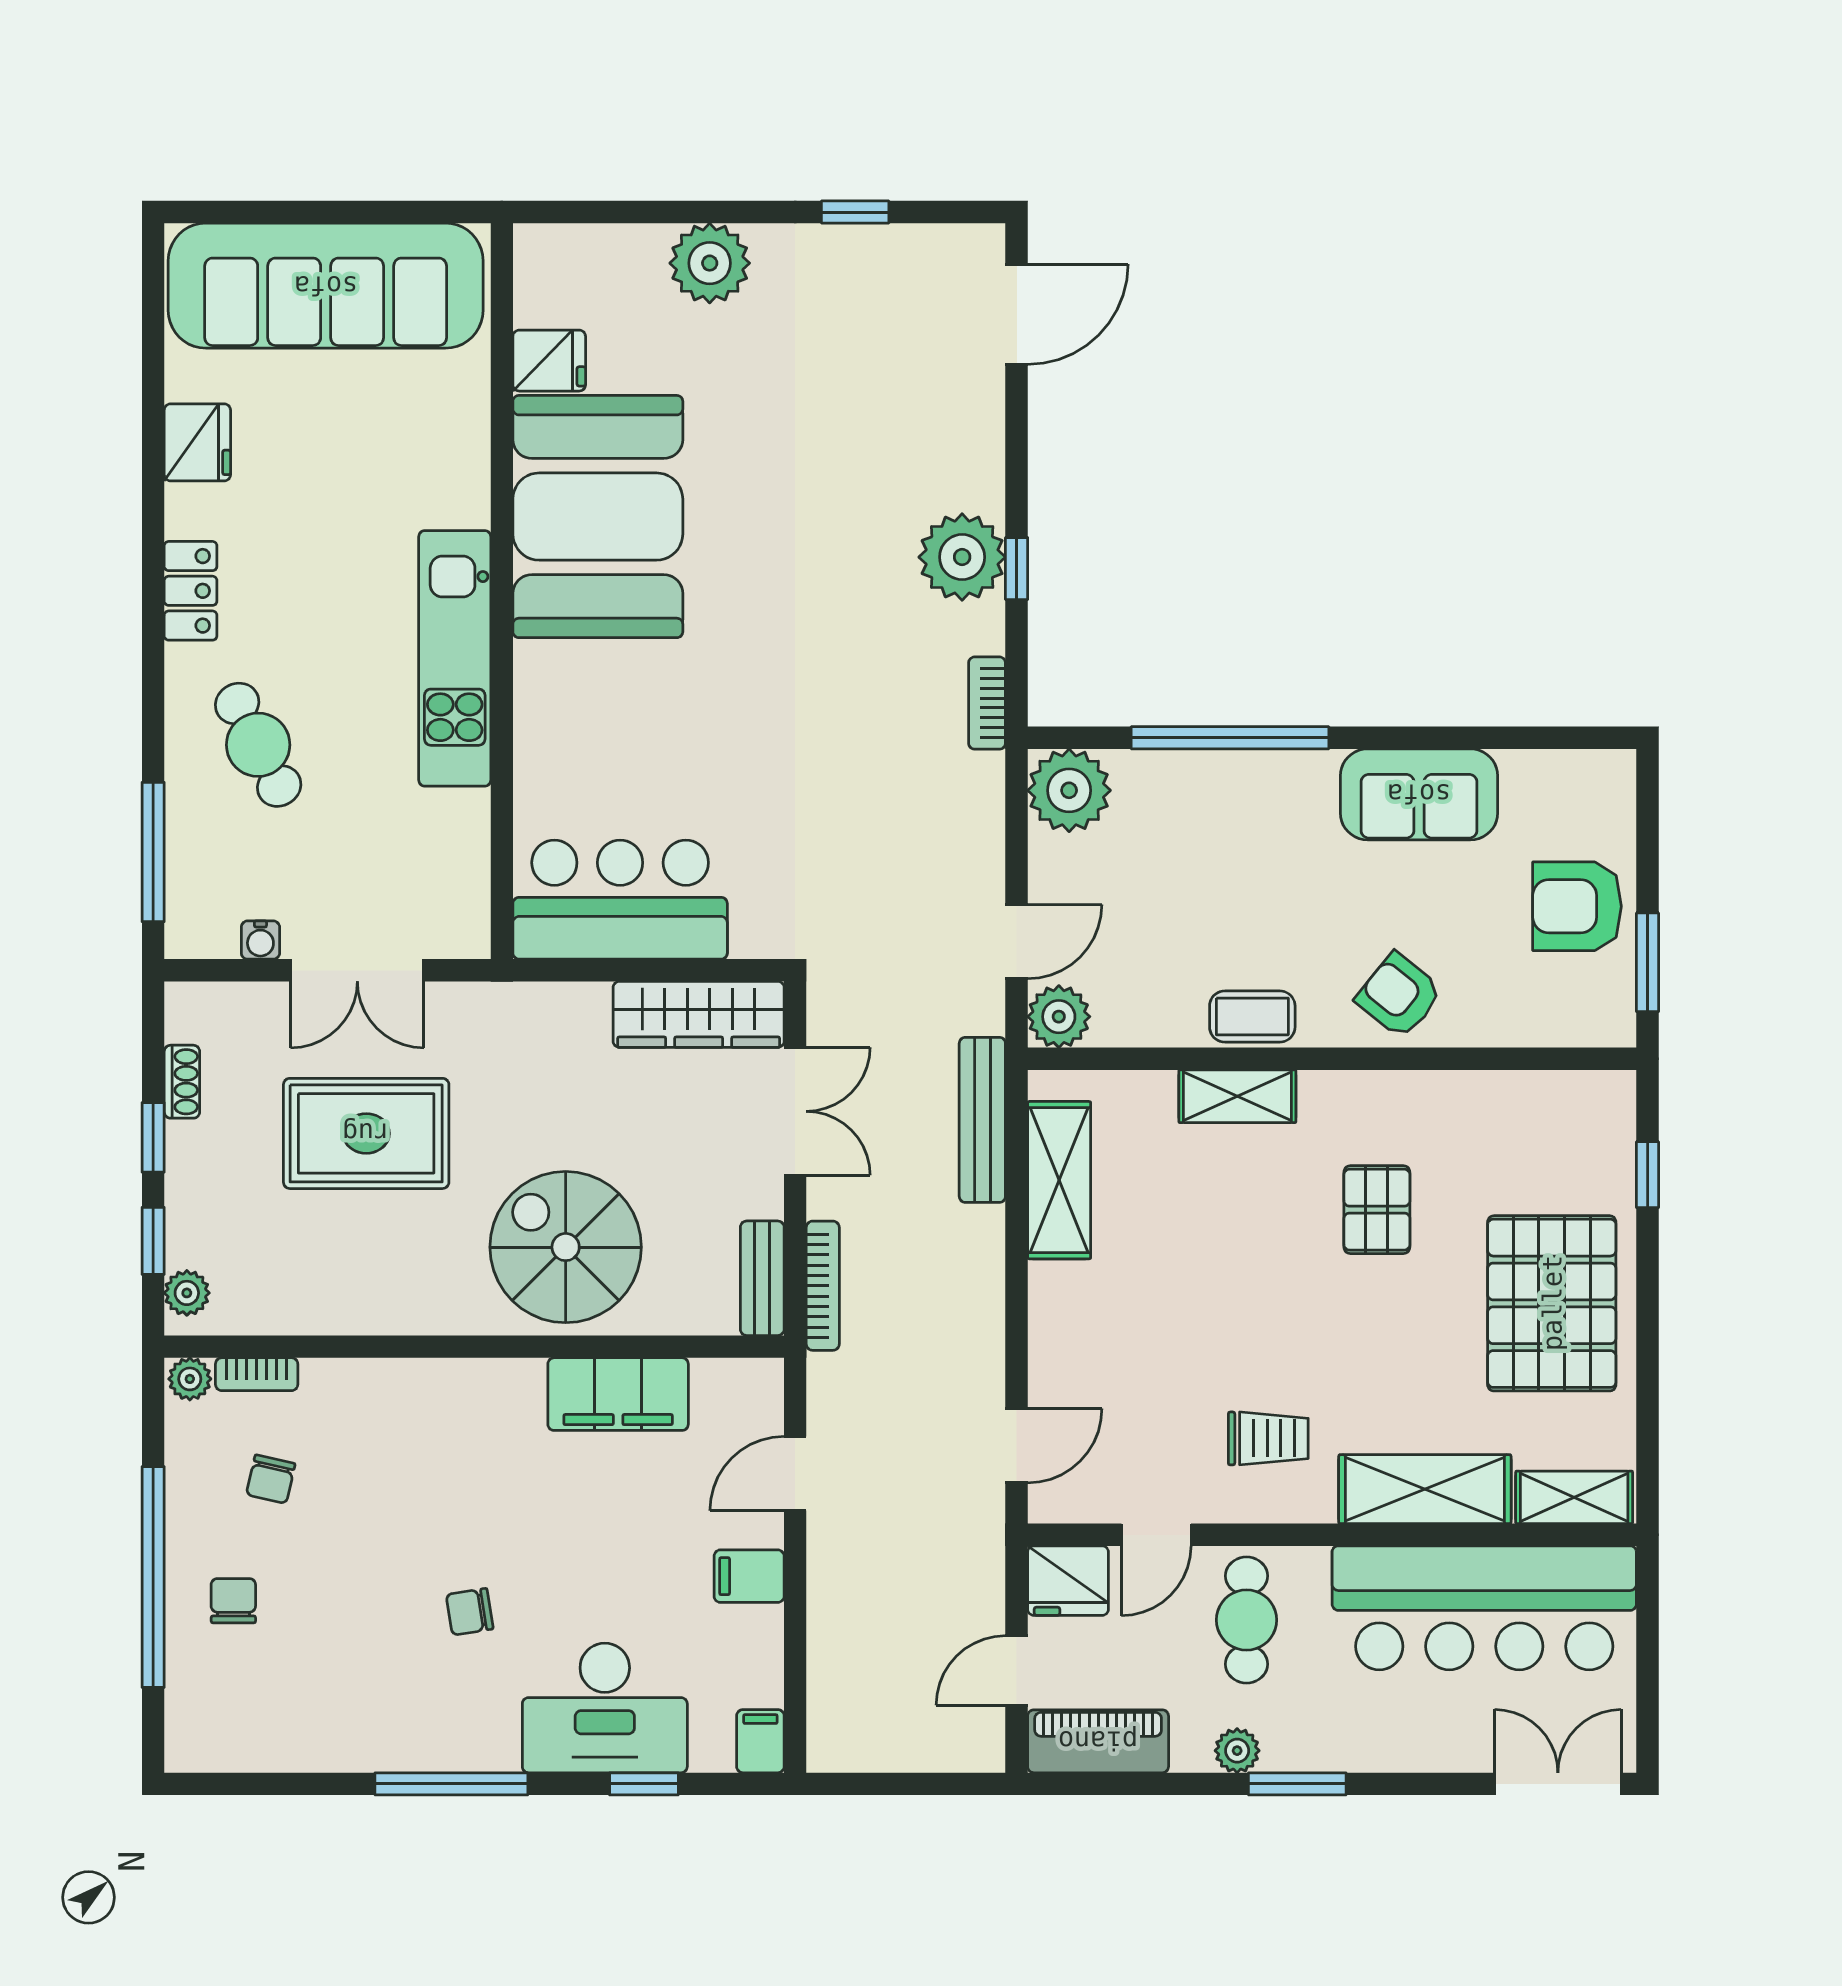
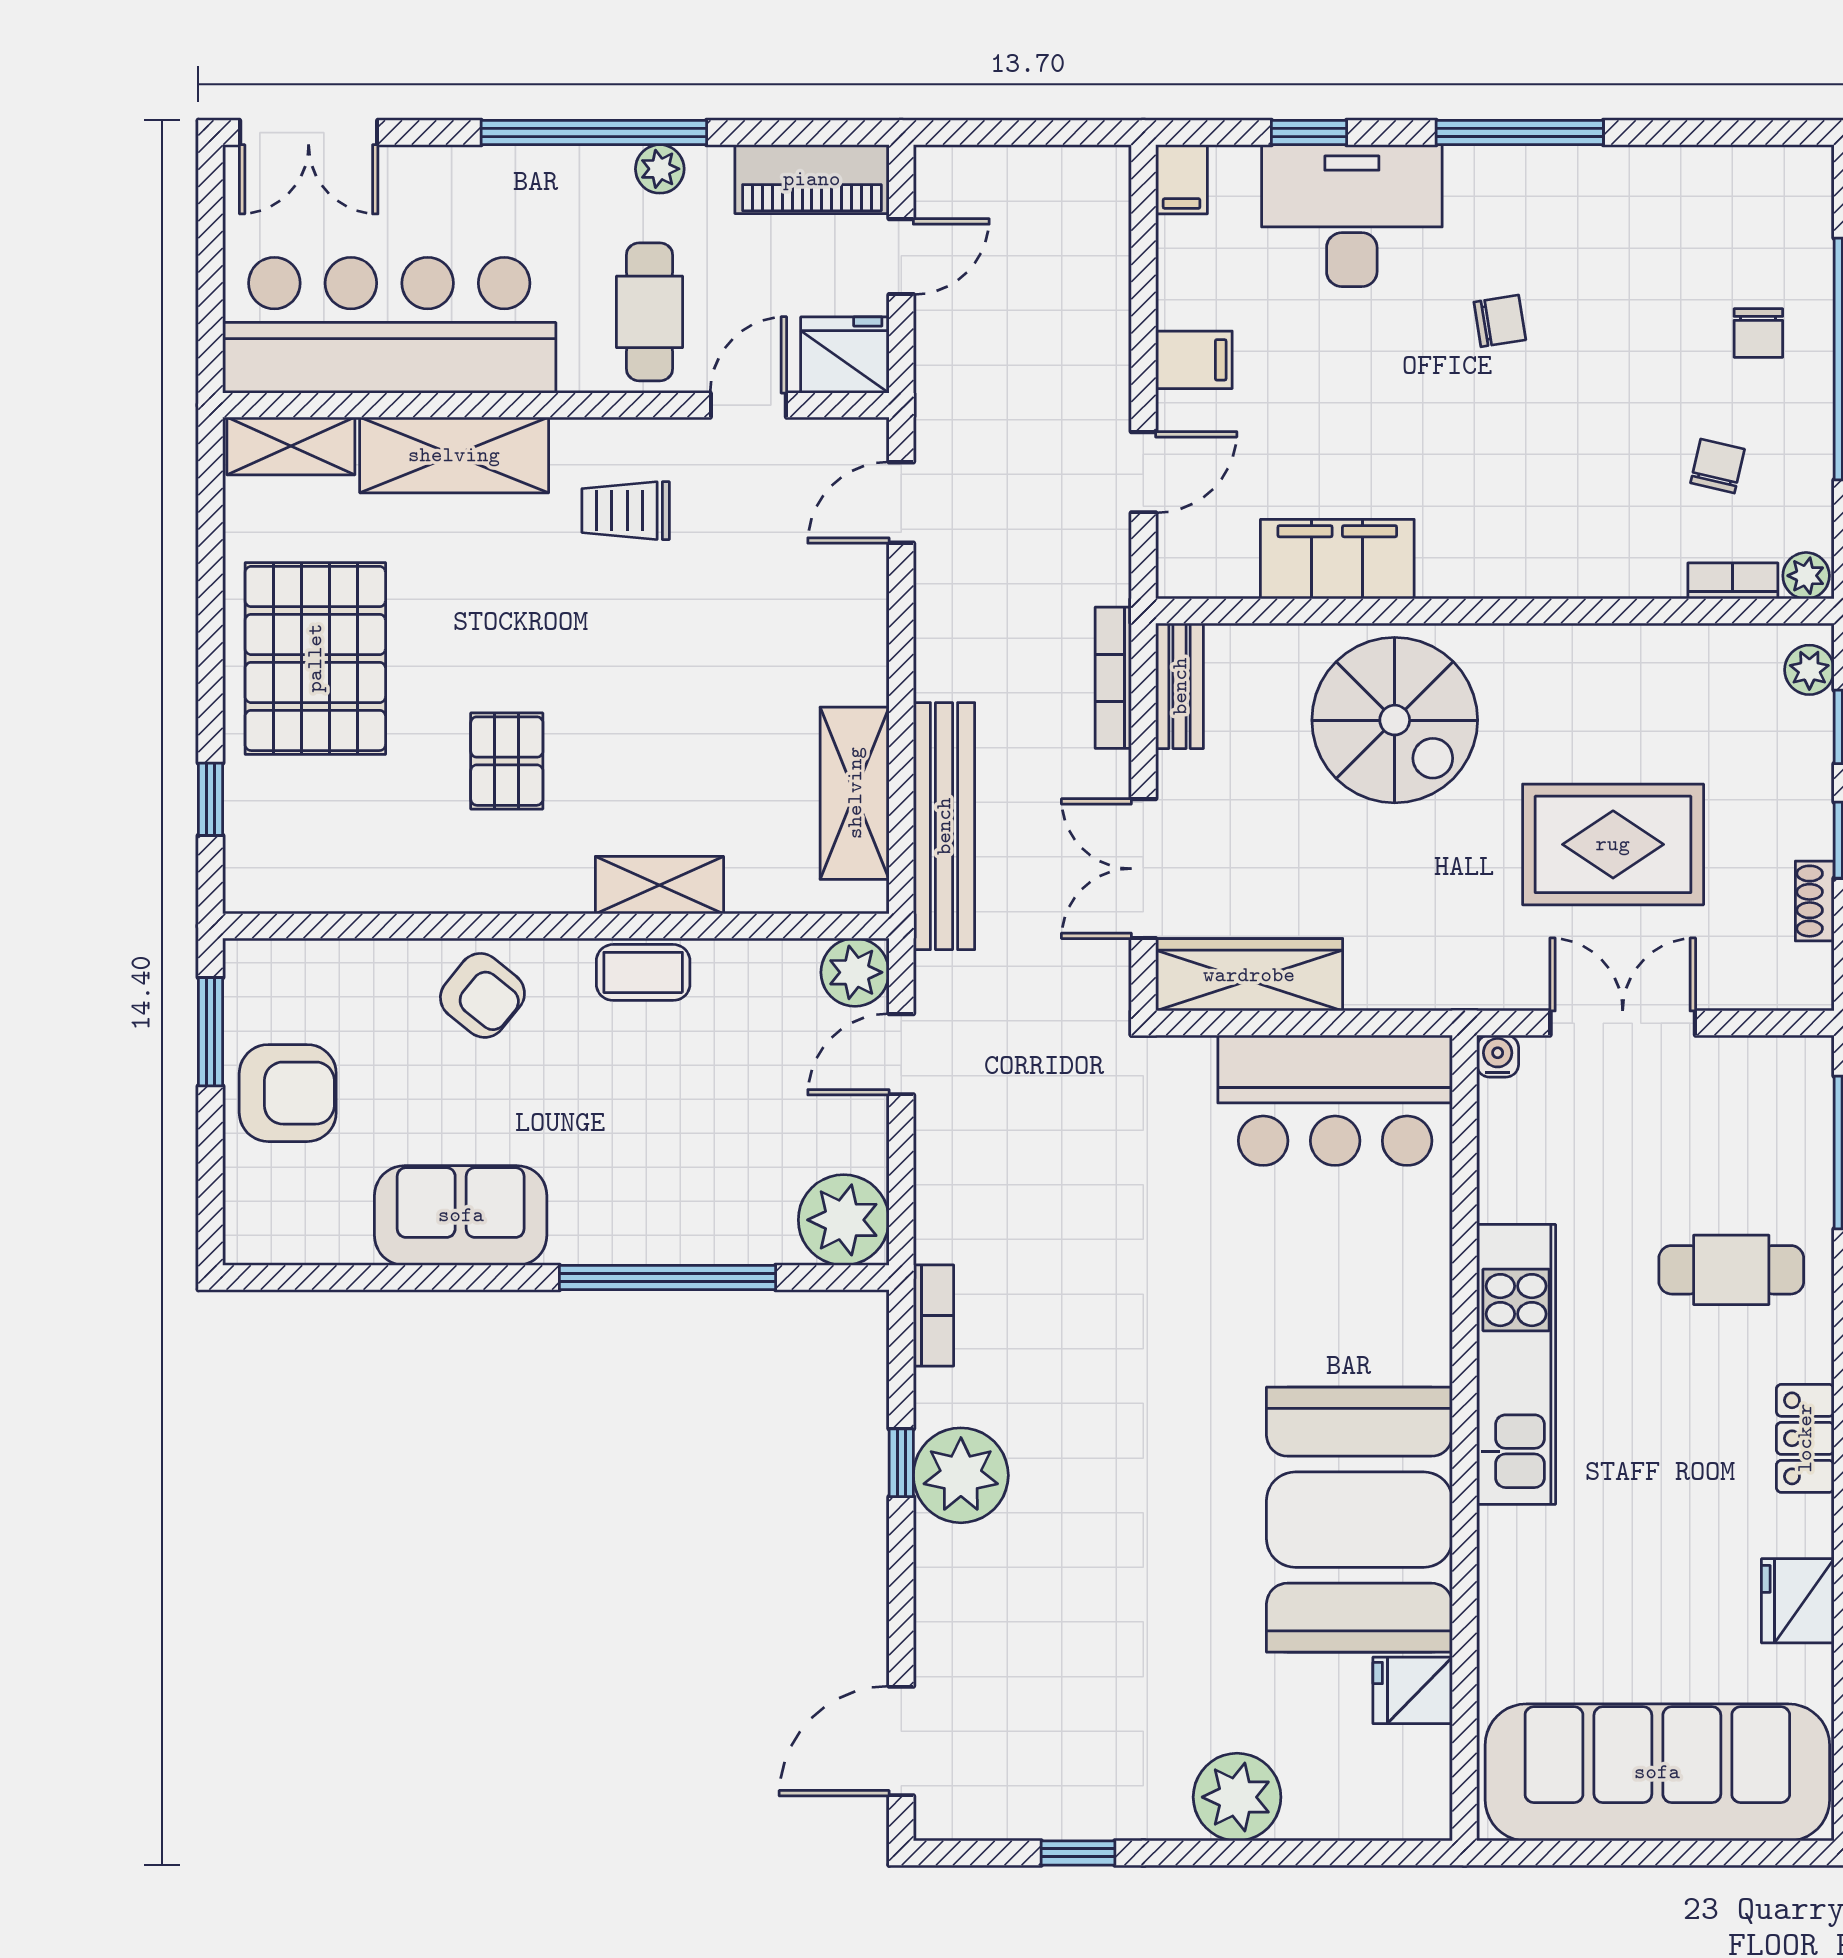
cafe table: (258, 745) -> (1731, 1270), turned -63
water cooler: (260, 940) -> (1498, 1056), moved
bench: (982, 1120) -> (944, 826), width x1.37, depth x1.21
window: (1297, 1784) -> (594, 133), width x2.11

